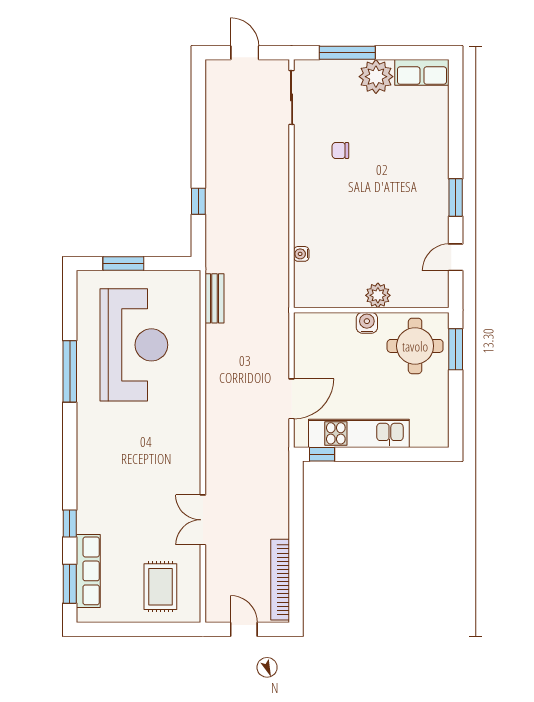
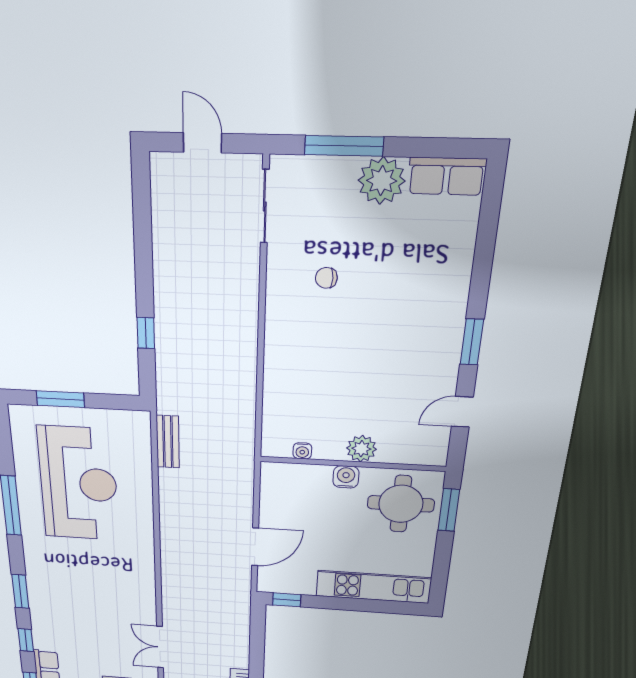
water cooler: (301, 254) -> (302, 451), moved, turned -90
kitchen unit: (359, 433) -> (373, 587), moved
window: (70, 466) -> (20, 591), added

